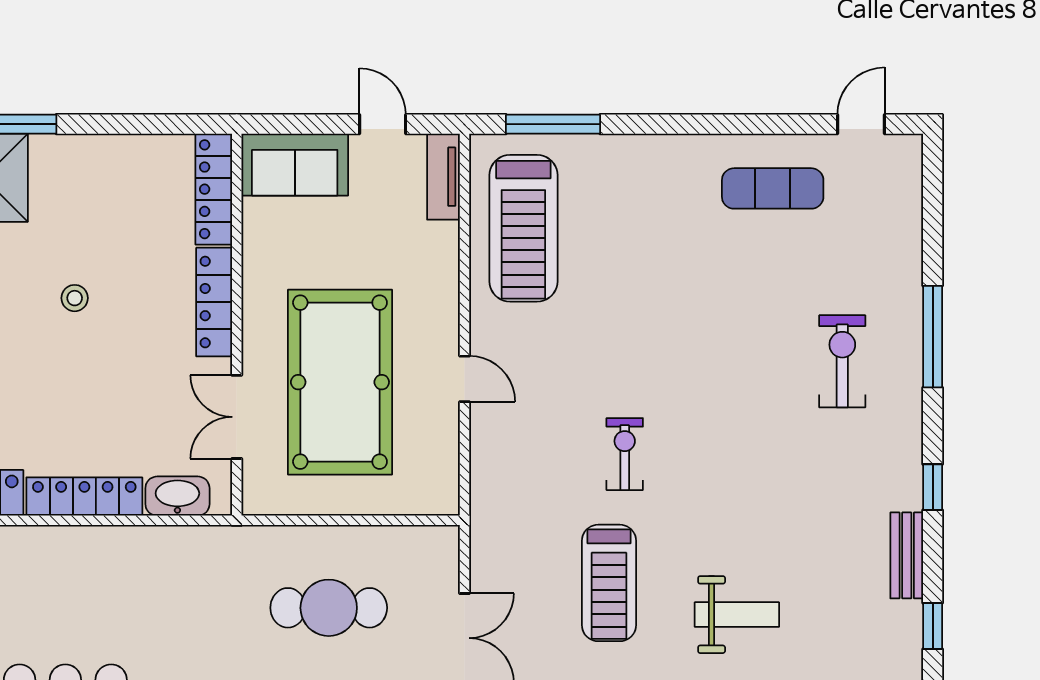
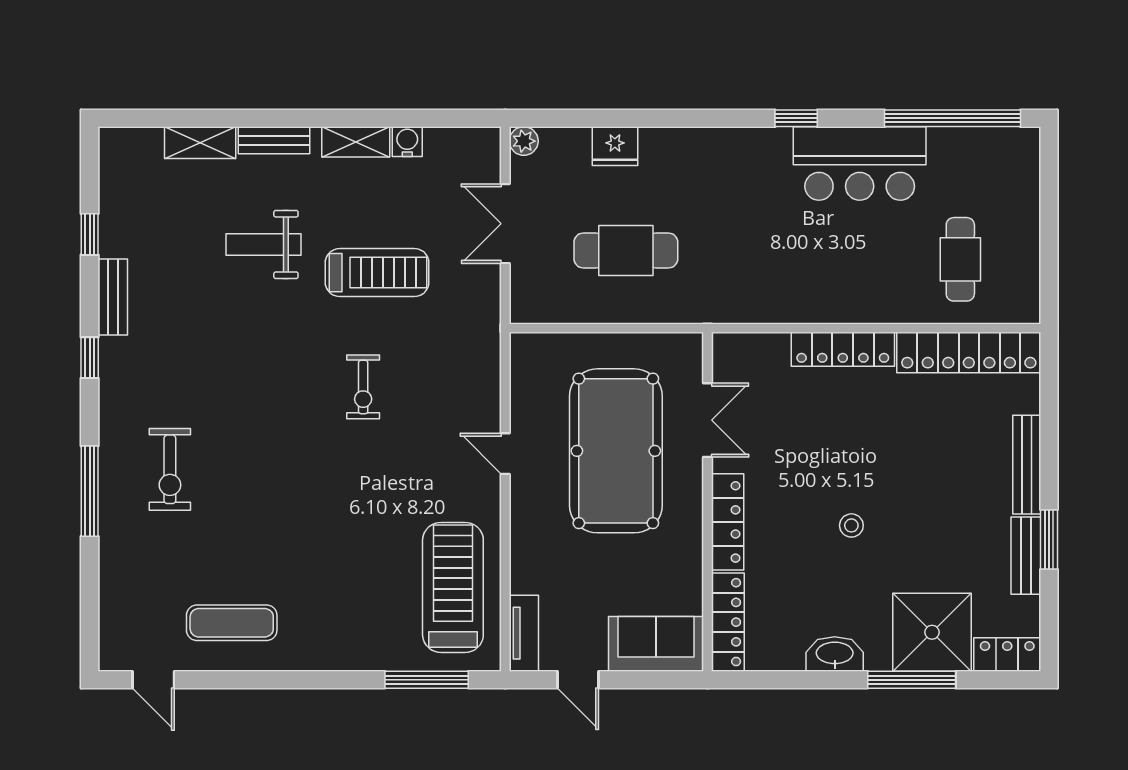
door: (861, 124) -> (153, 680), hinge flipped
washbasin: (177, 496) -> (835, 654), moved, turned 180
treadmill: (609, 583) -> (377, 273), turned 90

